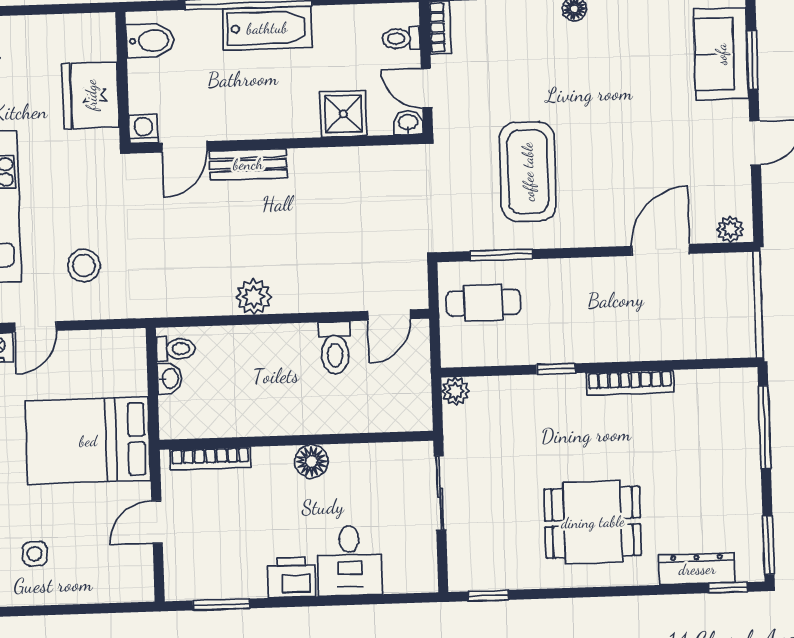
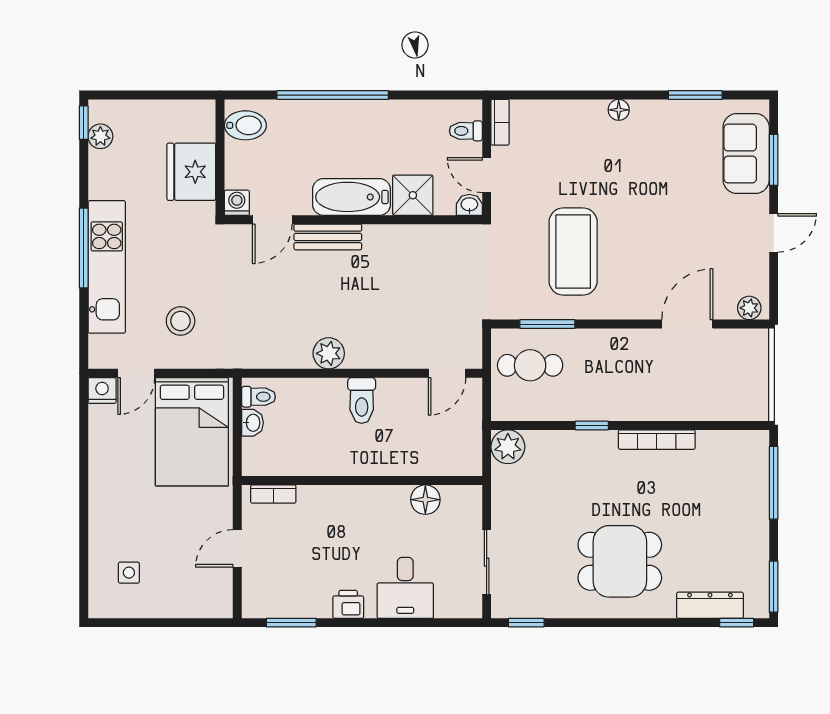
bathtub: (267, 28) -> (351, 197), moved, turned 180
toilet: (335, 348) -> (362, 401), moved
plant: (456, 391) -> (508, 447), width x1.38, depth x1.38
bed: (88, 441) -> (192, 432), moved, turned -90
bookcase: (210, 458) -> (273, 494), width x0.64
floor lamp: (311, 461) -> (425, 500), moved
sliding door: (440, 493) -> (487, 562), moved
printer: (292, 577) -> (348, 604), width x0.73, depth x0.81

